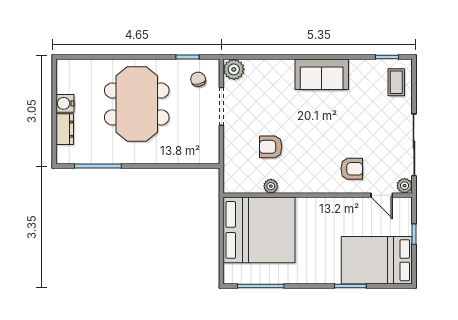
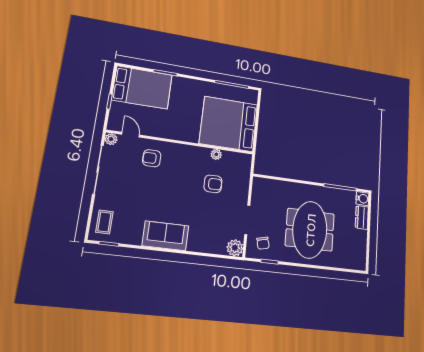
water cooler: (65, 103) -> (362, 199), moved

